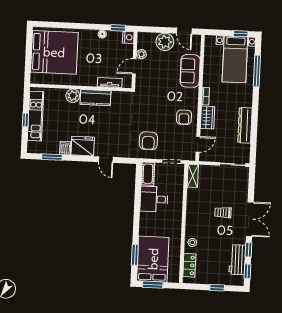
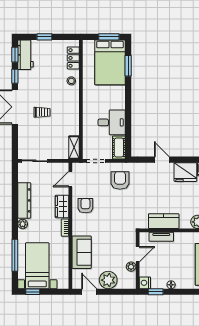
kitchen counter: (96, 98) -> (164, 221), moved
plant: (248, 102) -> (23, 224), added
workbench: (237, 260) -> (25, 55), moved

